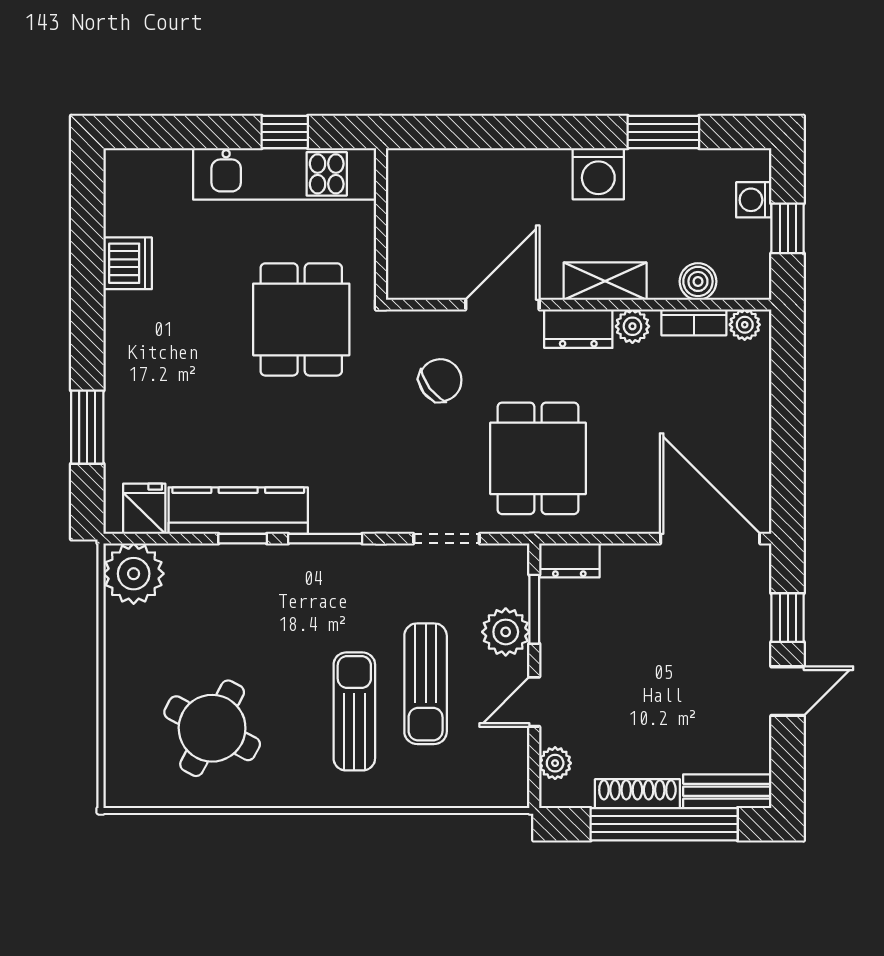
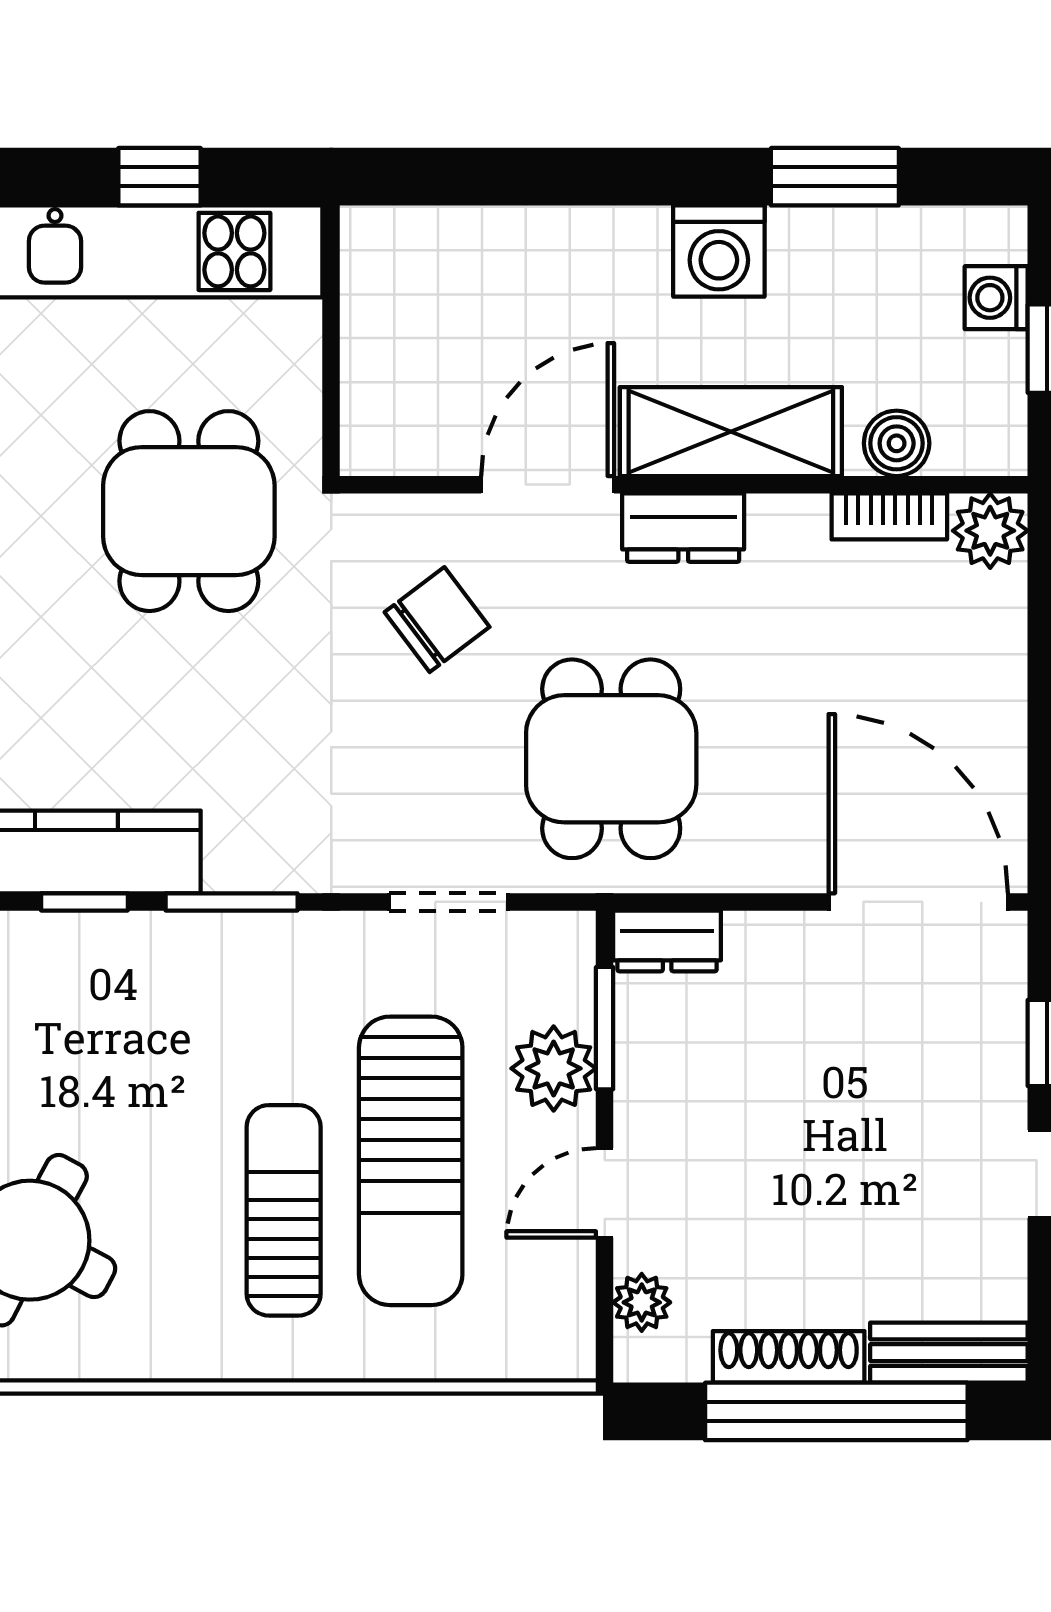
shelving: (605, 281) -> (731, 432), width x1.50, depth x1.33
plant: (745, 325) -> (990, 531), width x1.38, depth x1.38
plant: (632, 326) -> (780, 523), removed
sun lounger: (426, 684) -> (411, 1161), width x1.36, depth x1.34

